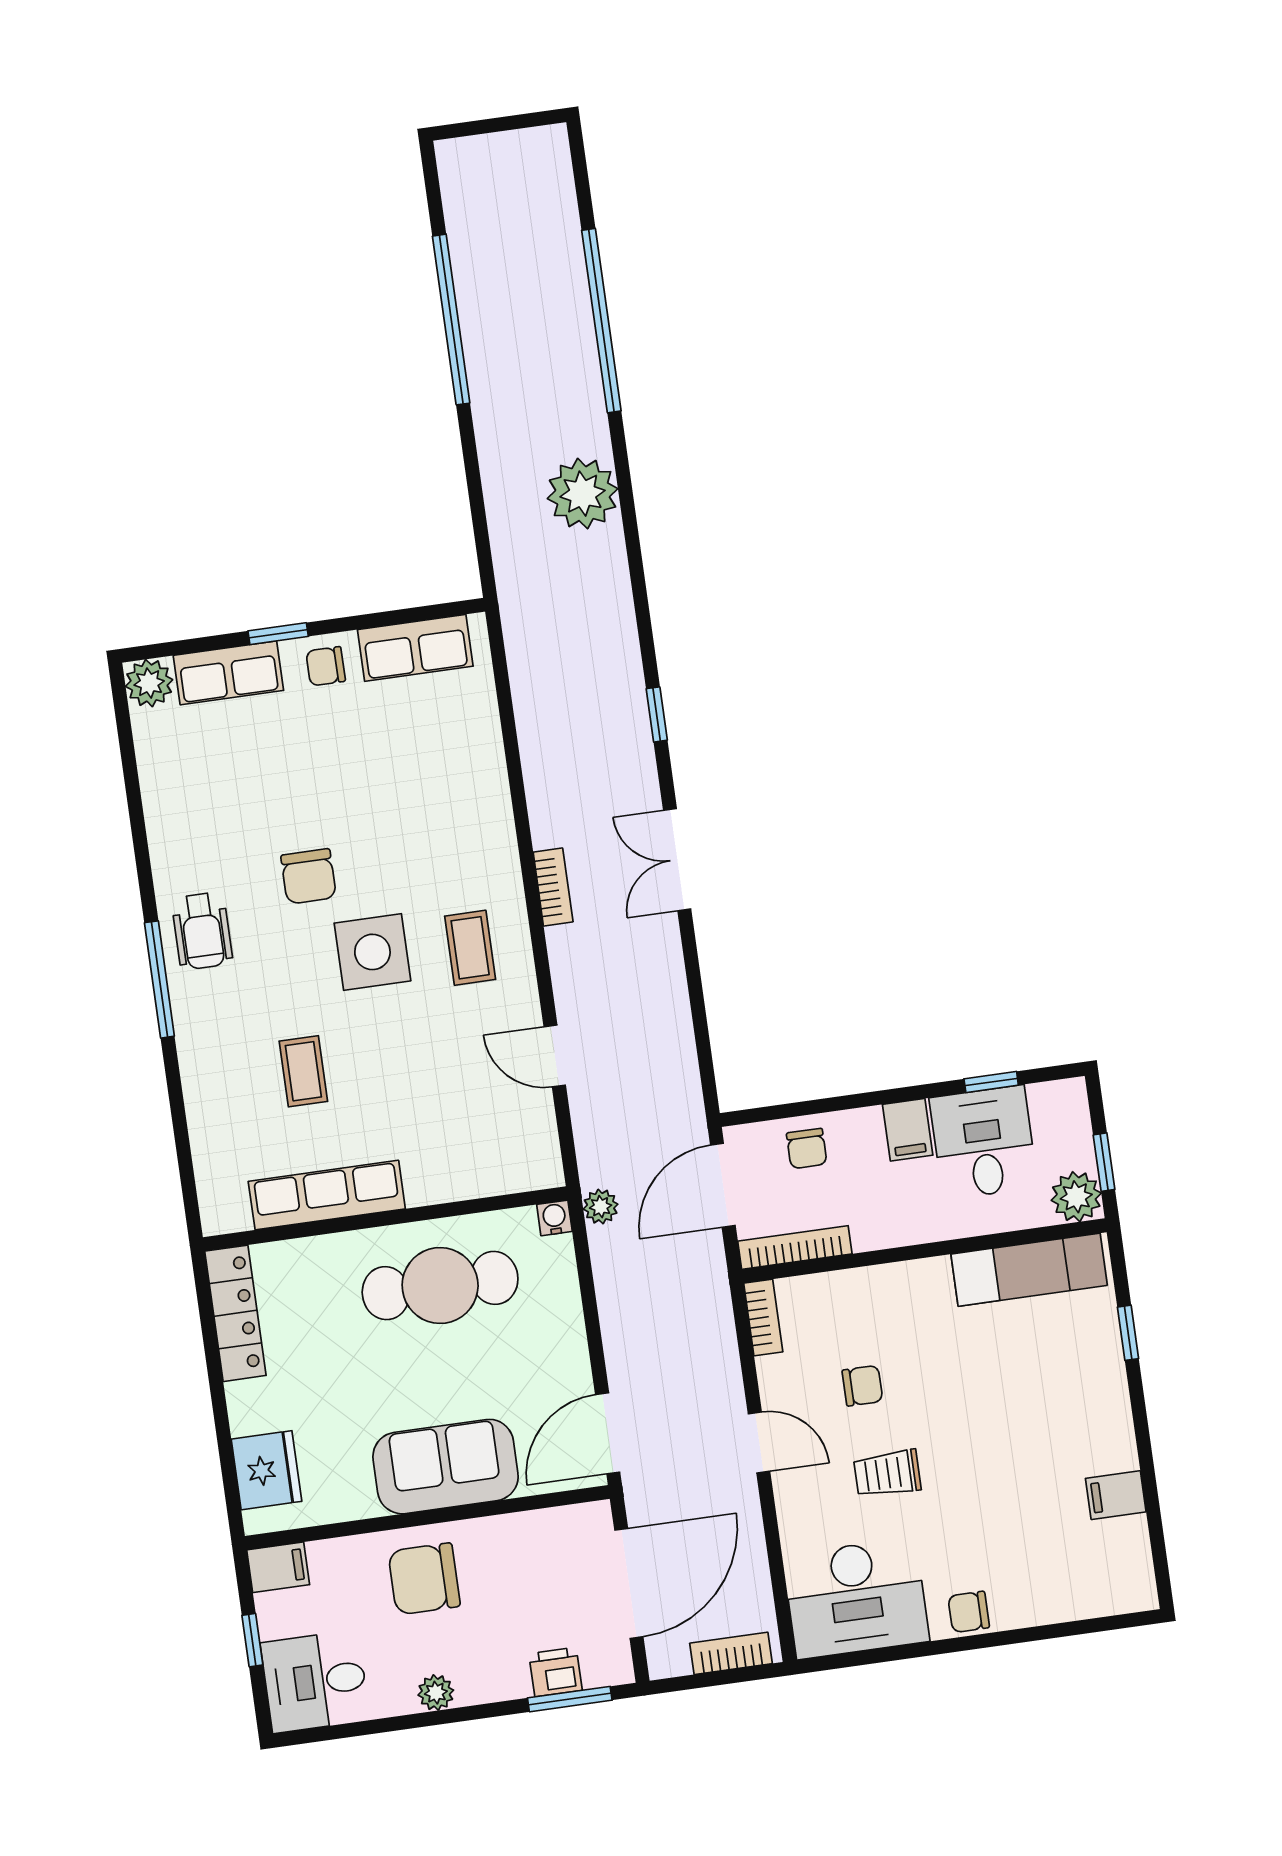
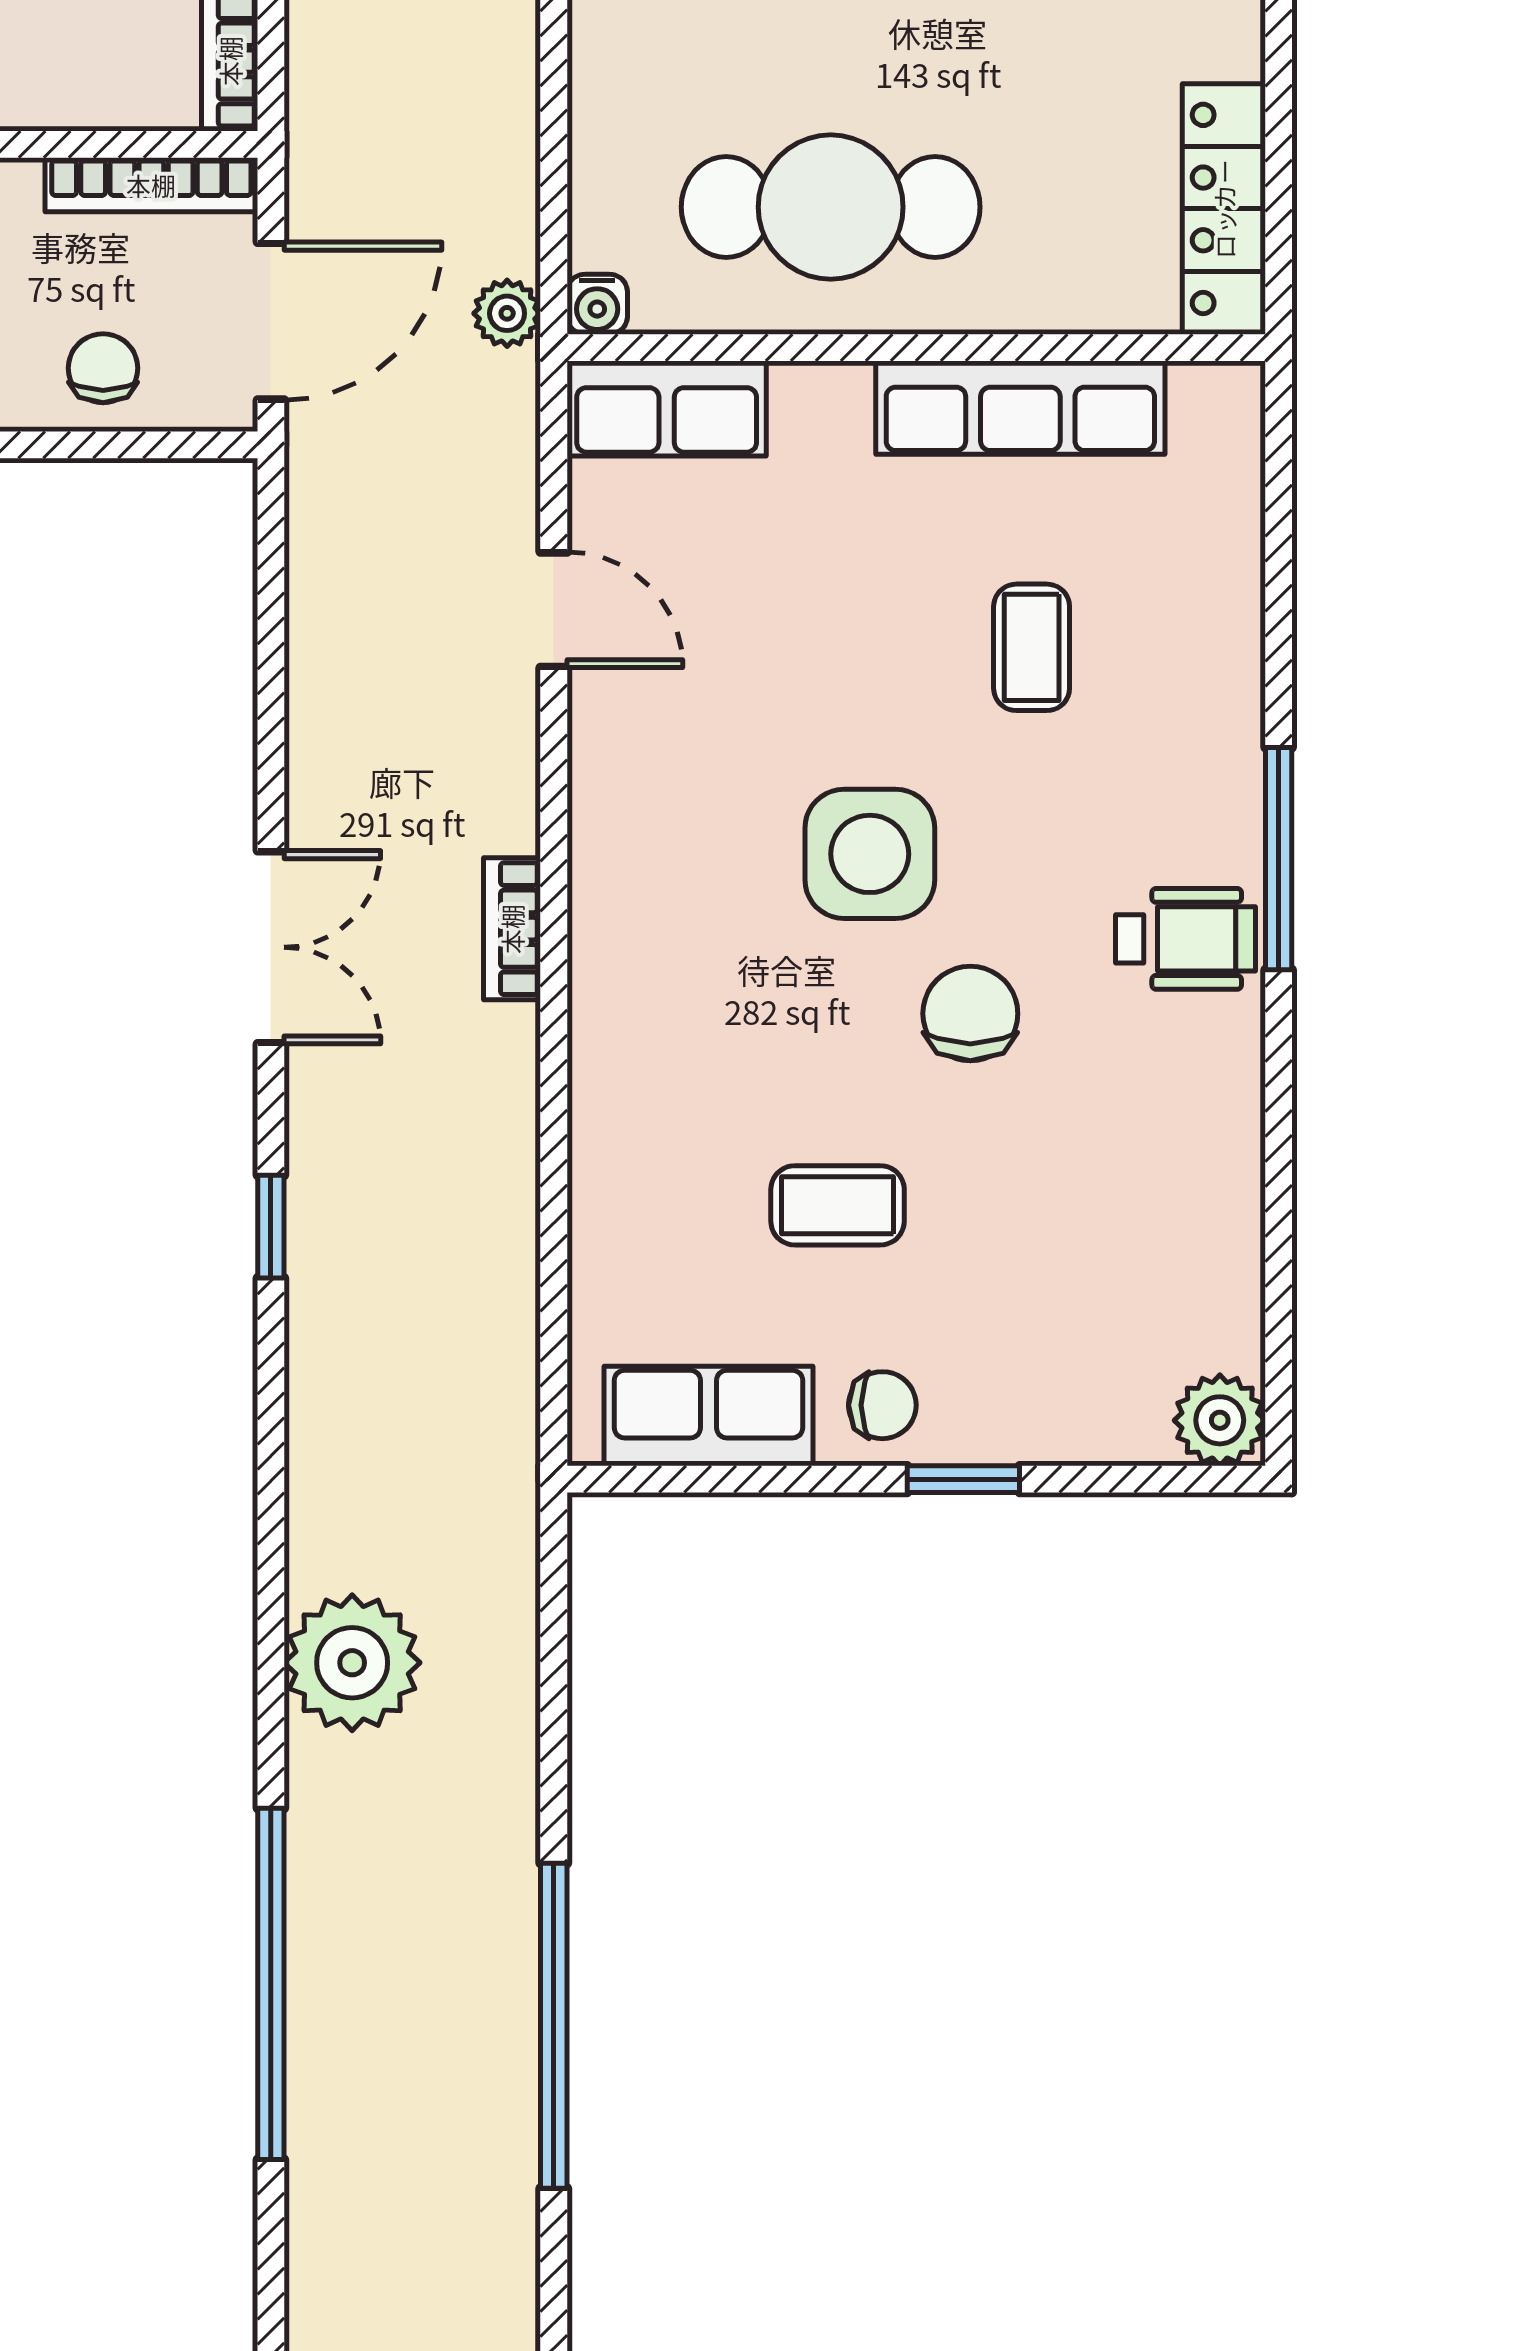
row of seats: (228, 673) -> (667, 408), moved, turned 180
wheelchair: (202, 931) -> (1185, 939), turned 90
coffee table: (470, 948) -> (838, 1205), moved, turned 90

